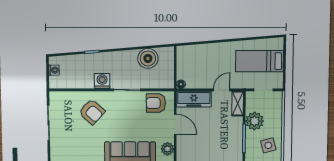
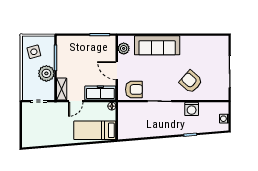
boiler: (148, 58) -> (141, 129), removed
bed: (259, 61) -> (95, 130), moved, turned 180
washing machine: (102, 81) -> (192, 109), moved

